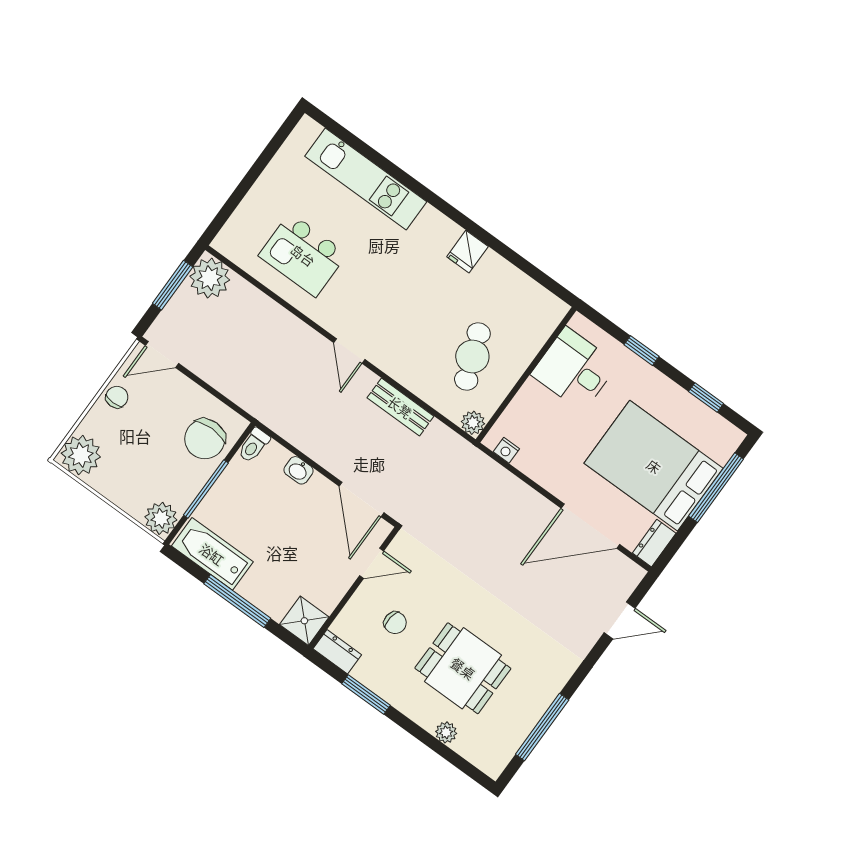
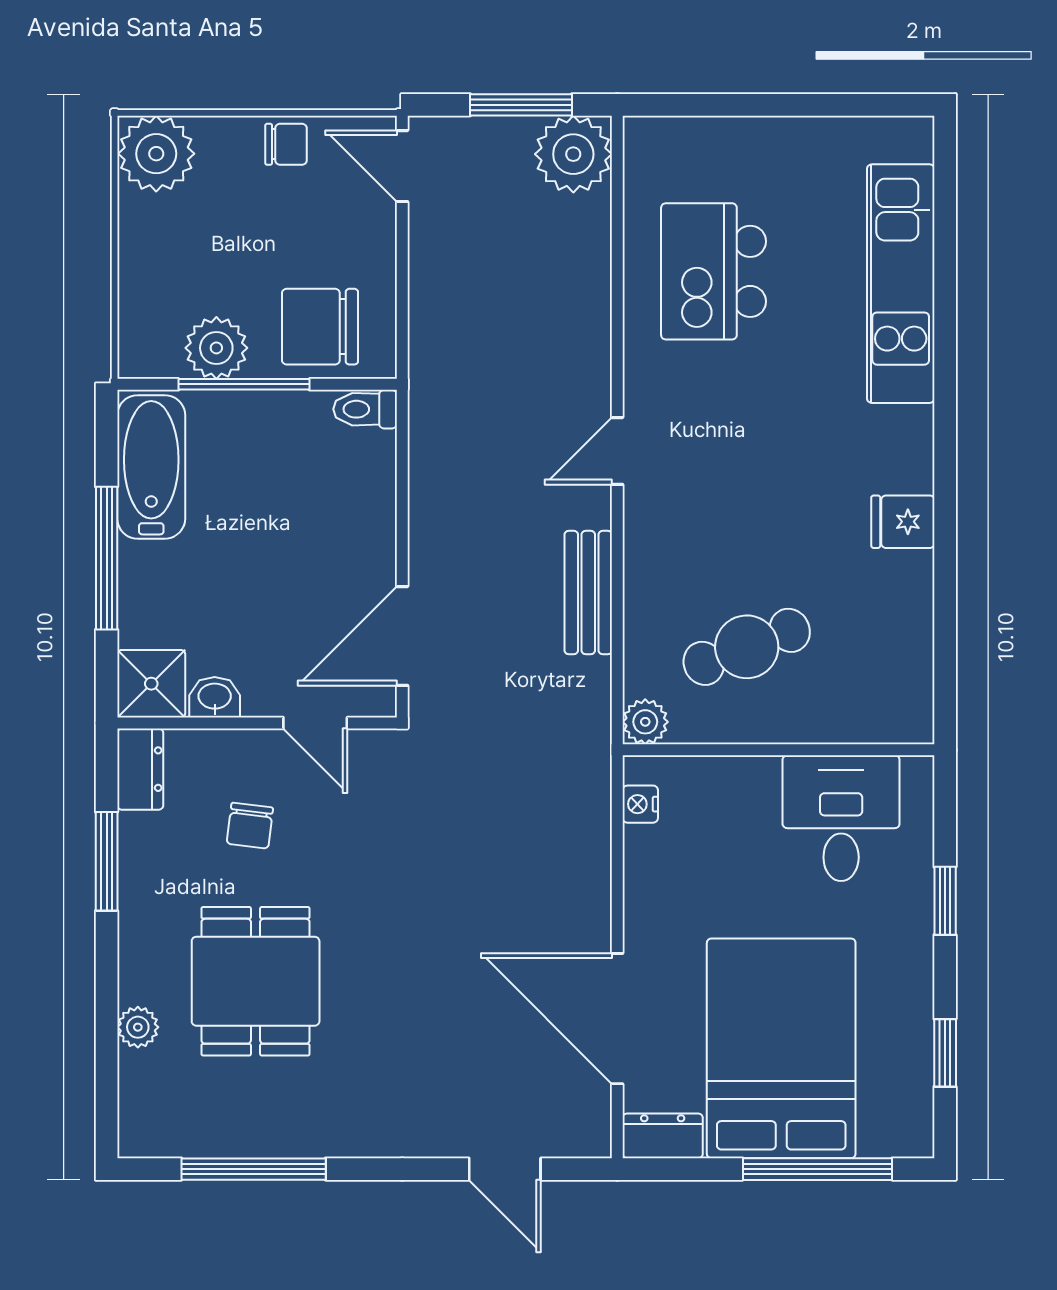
washbasin: (298, 470) -> (215, 697), moved, turned 90
plant: (161, 518) -> (216, 348), moved

